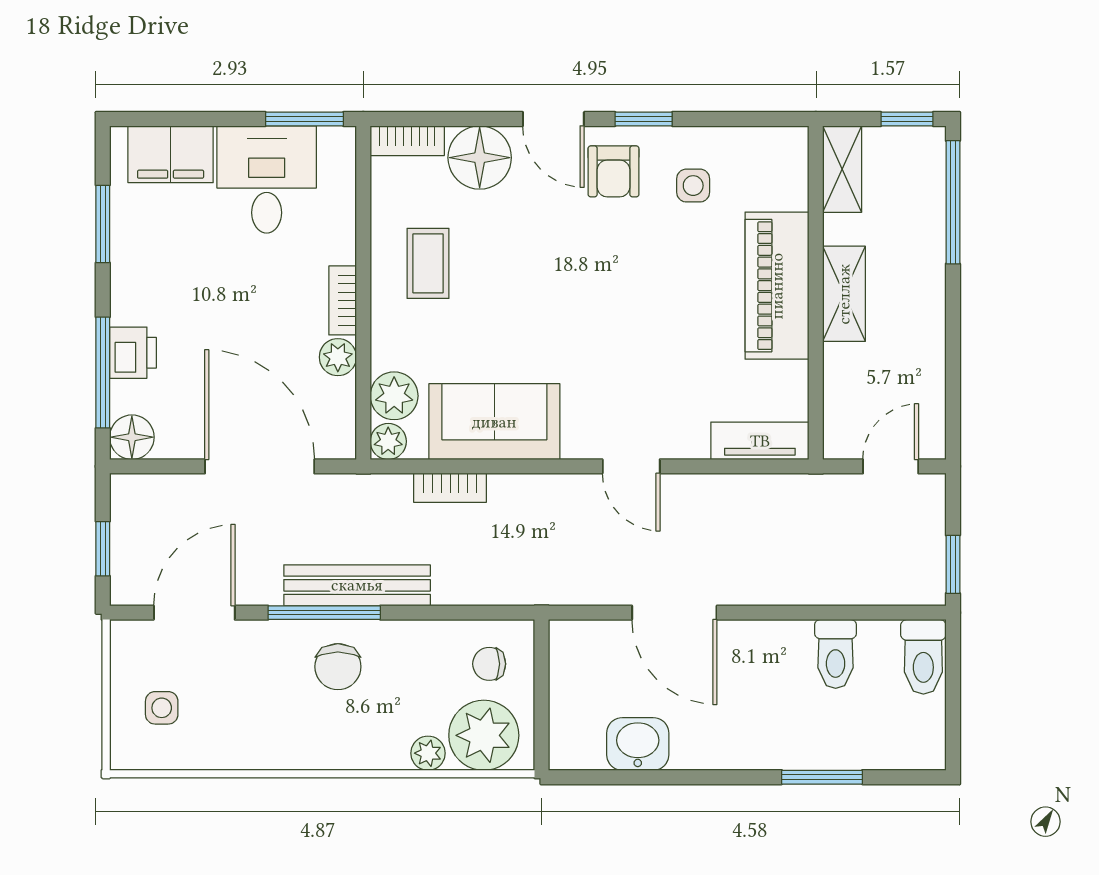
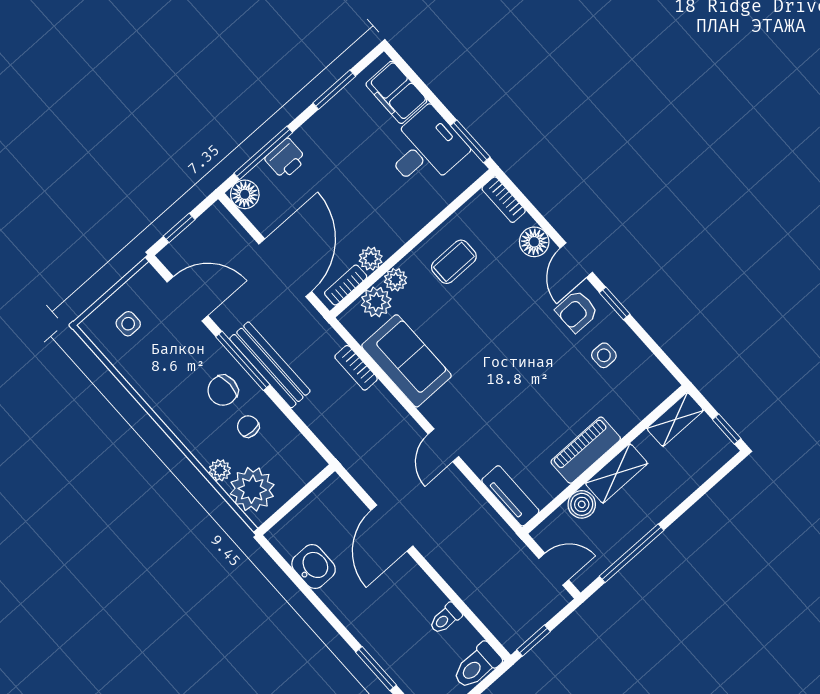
floor lamp: (480, 158) -> (534, 242), width x0.73, depth x0.73
window: (953, 202) -> (632, 553), moved
piano: (777, 286) -> (586, 450), width x0.73, depth x0.75
bookcase: (343, 300) -> (346, 285), moved
boiler: (844, 366) -> (582, 504), added
plant: (388, 441) -> (395, 280), moved
toilet: (836, 654) -> (445, 619), width x0.73, depth x0.72
chair: (489, 664) -> (248, 426), moved

